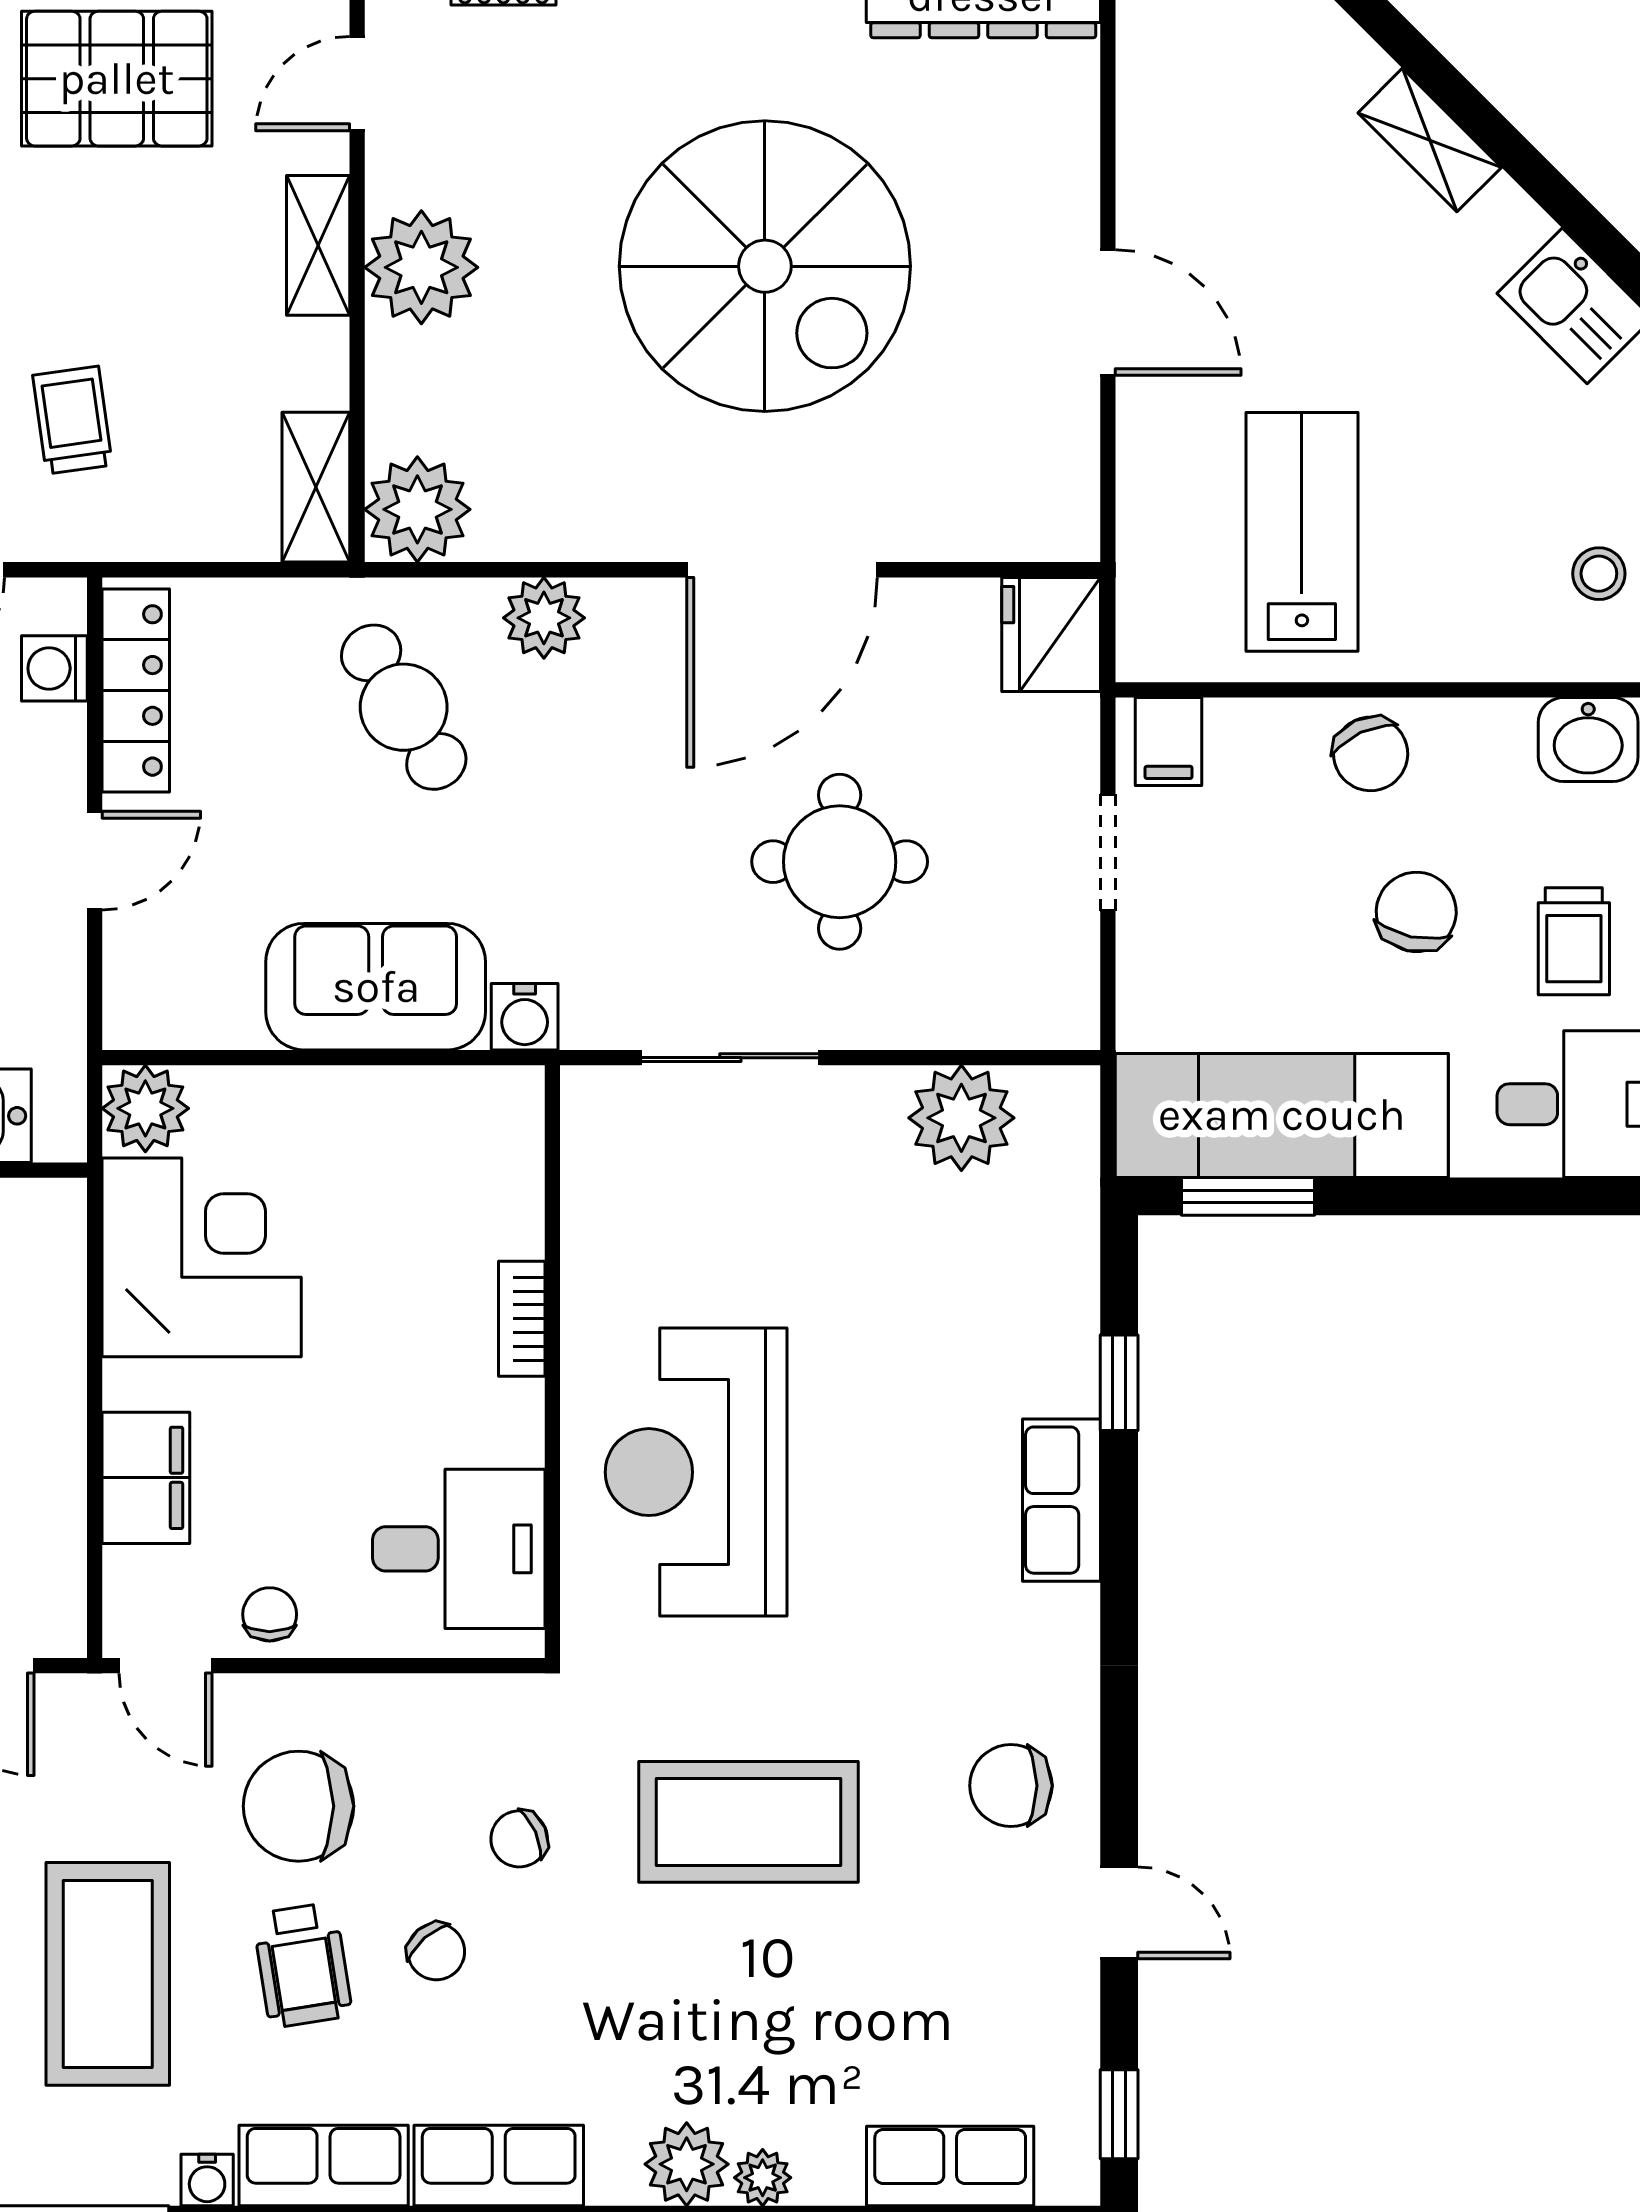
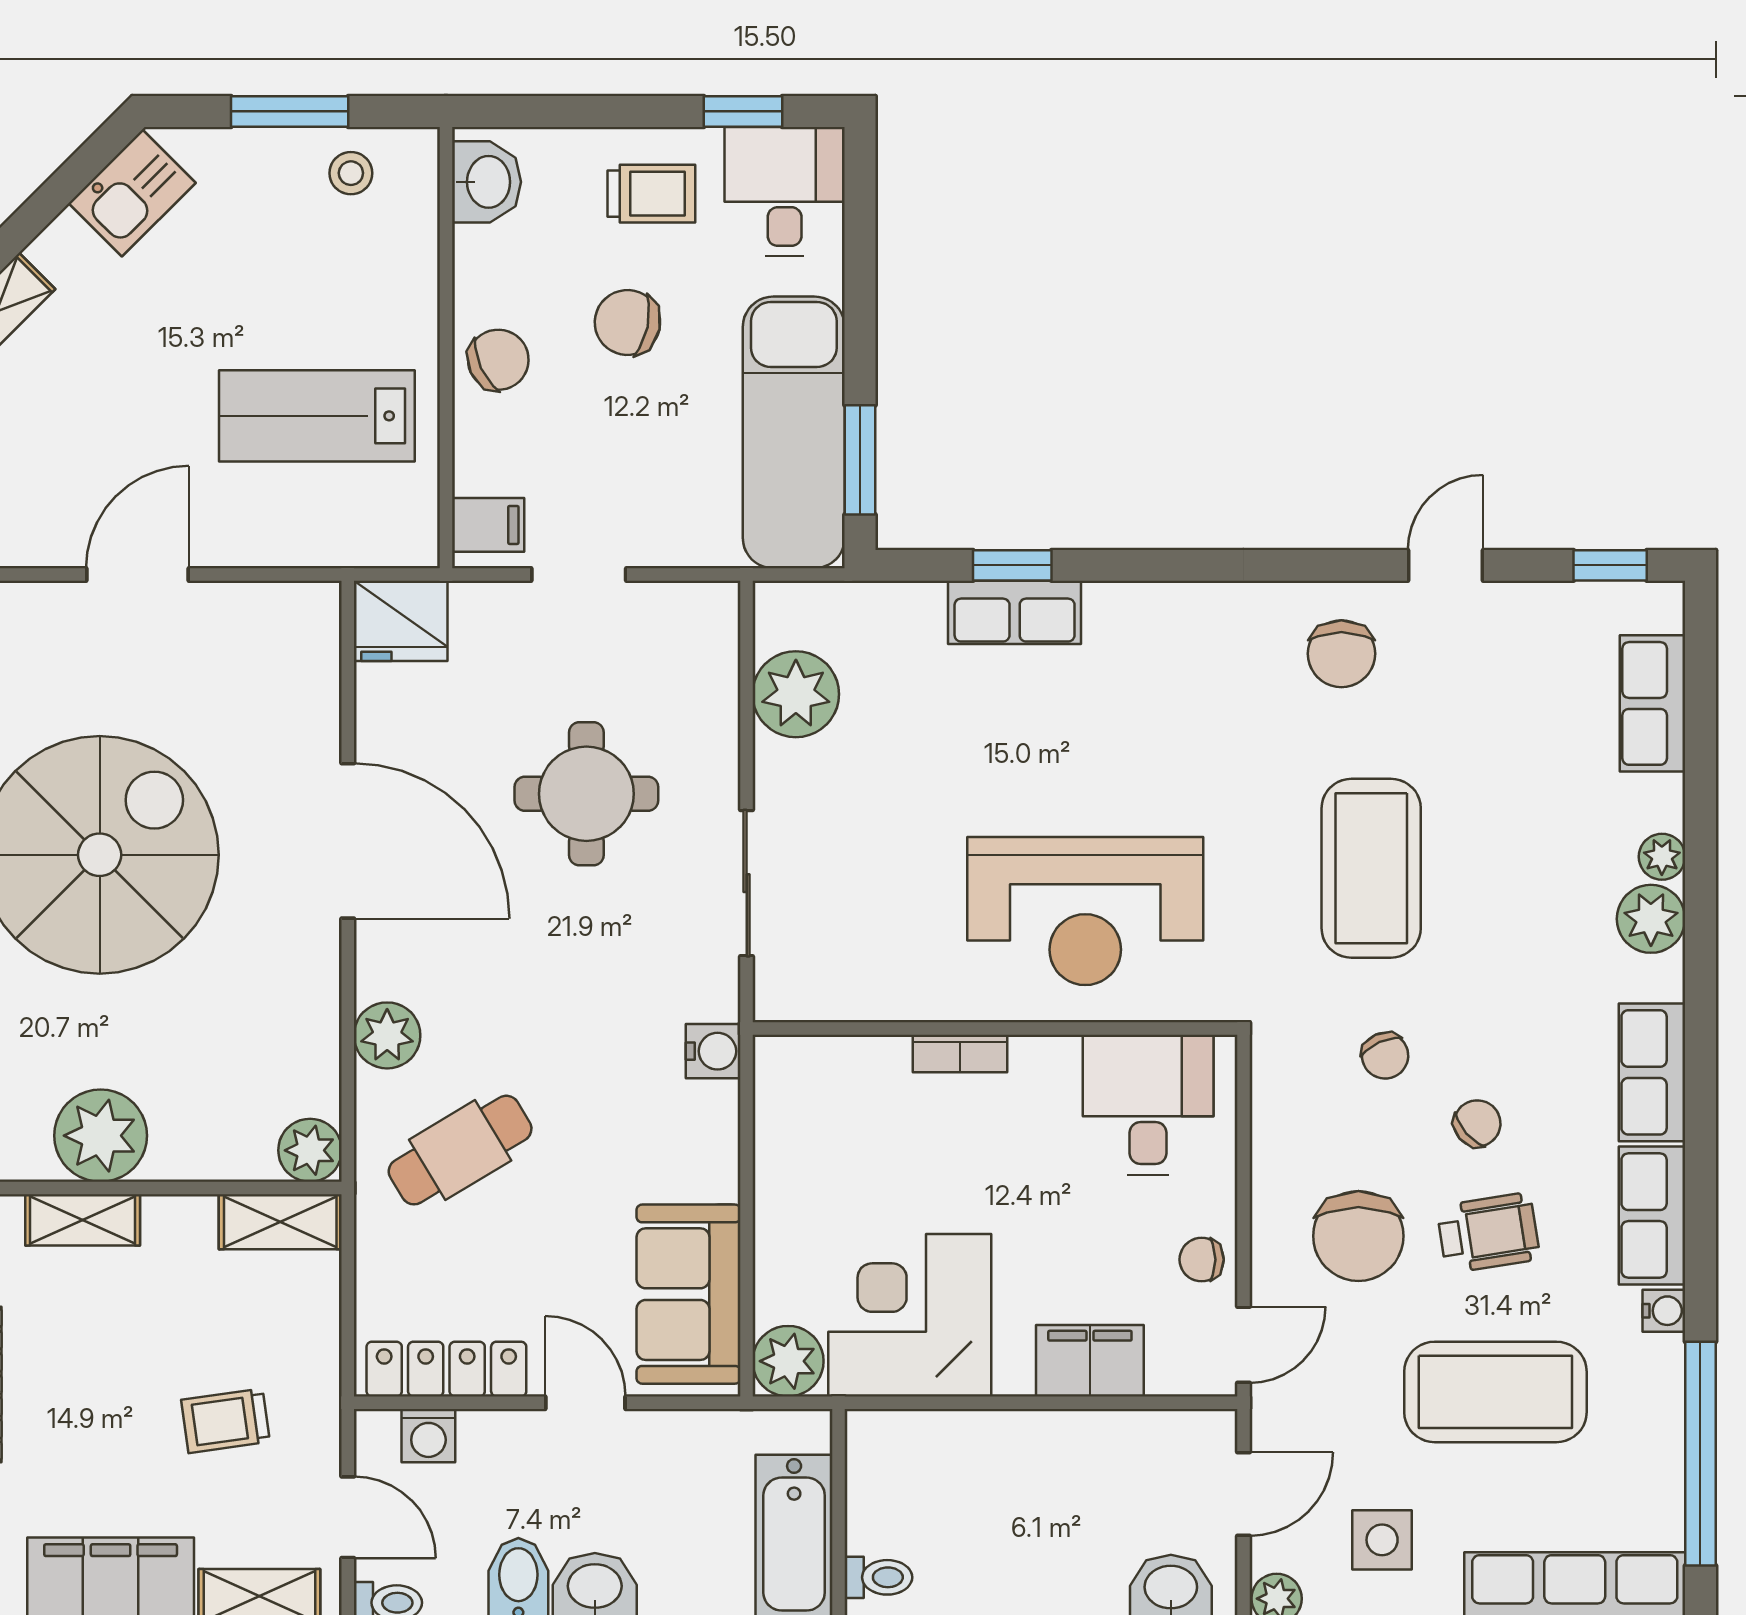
plant: (417, 509) -> (310, 1150), width x0.73, depth x0.73
sofa: (376, 987) -> (689, 1294), moved
row of seats: (1061, 1500) -> (1015, 612), moved

